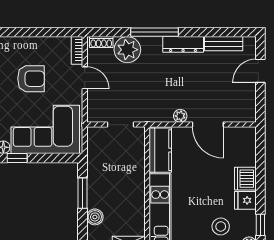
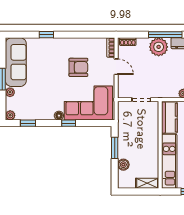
plant: (127, 50) -> (159, 47), moved

